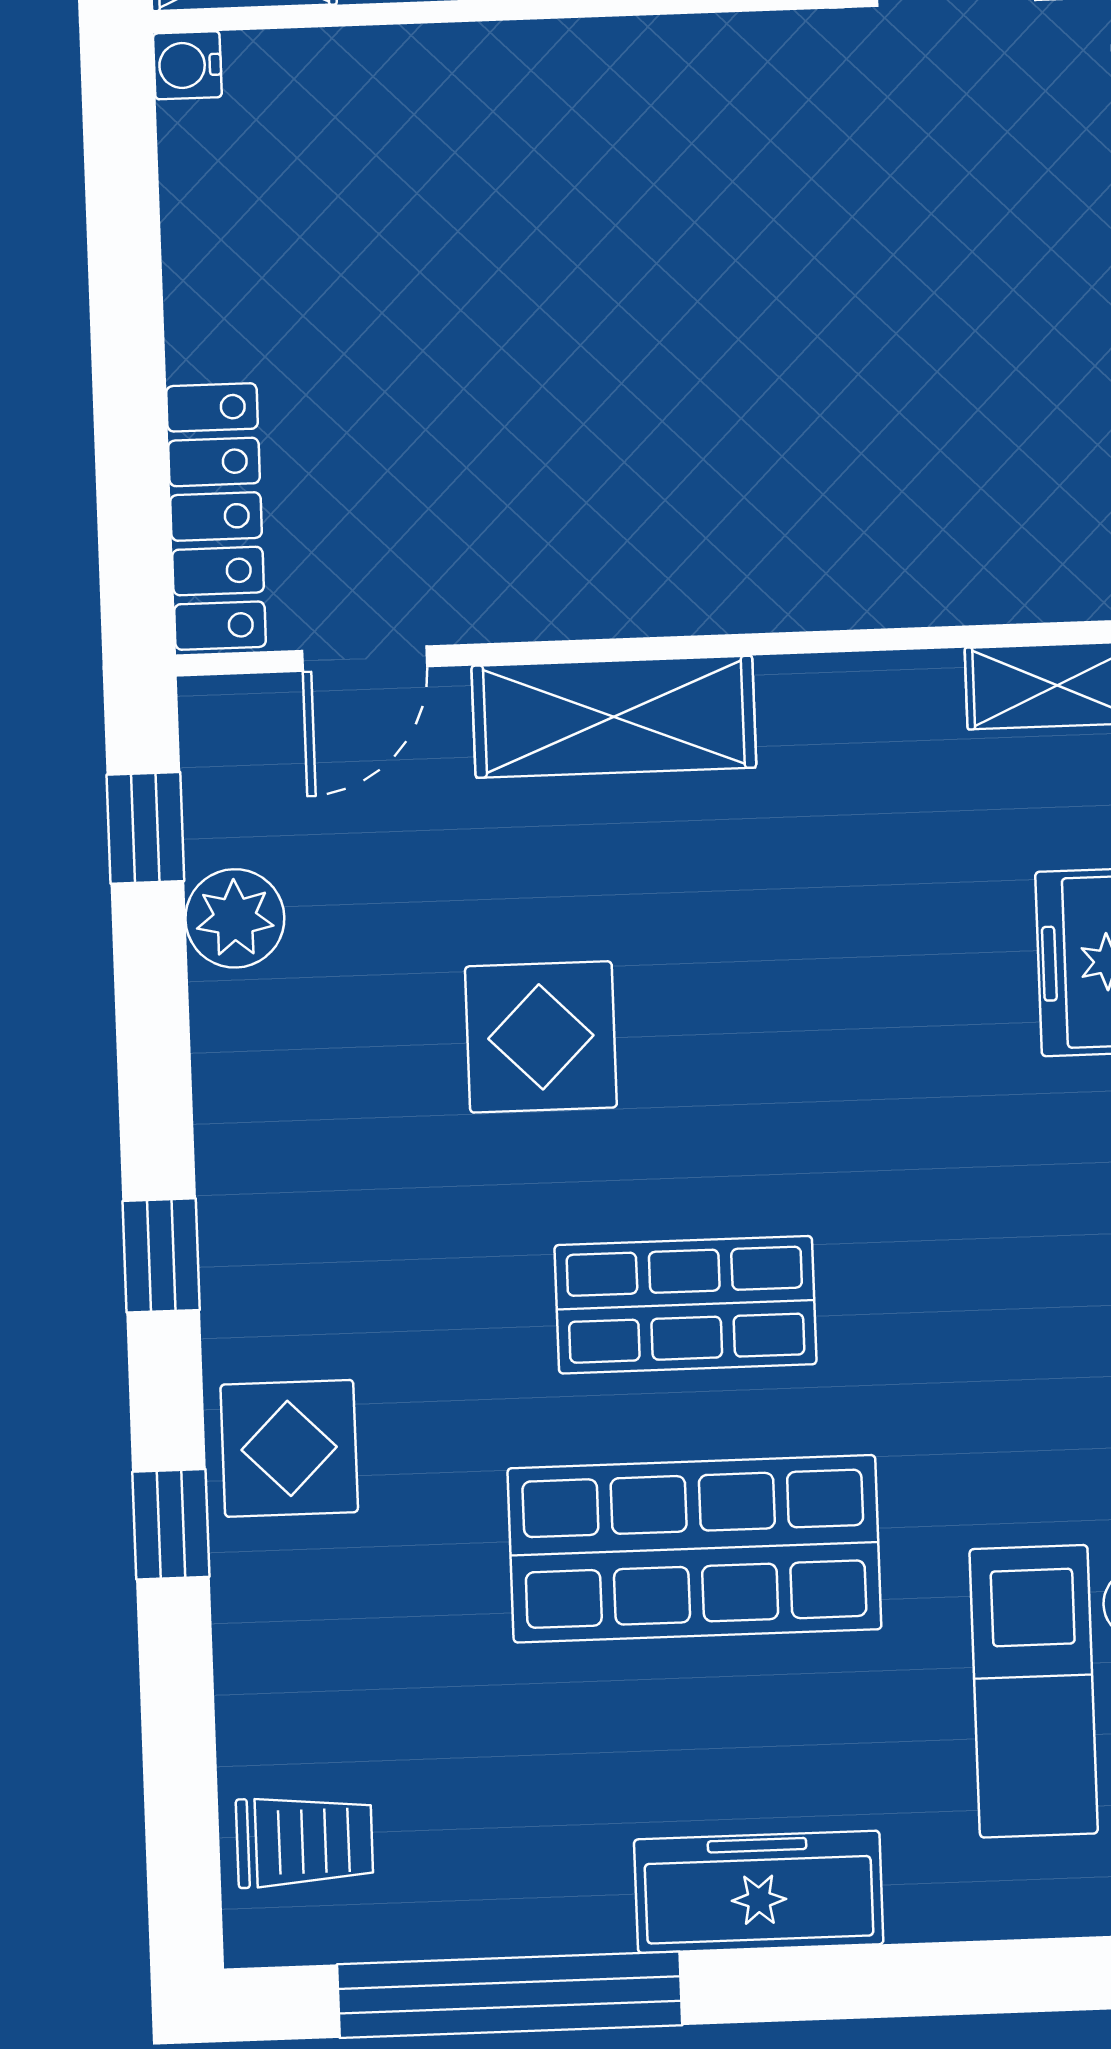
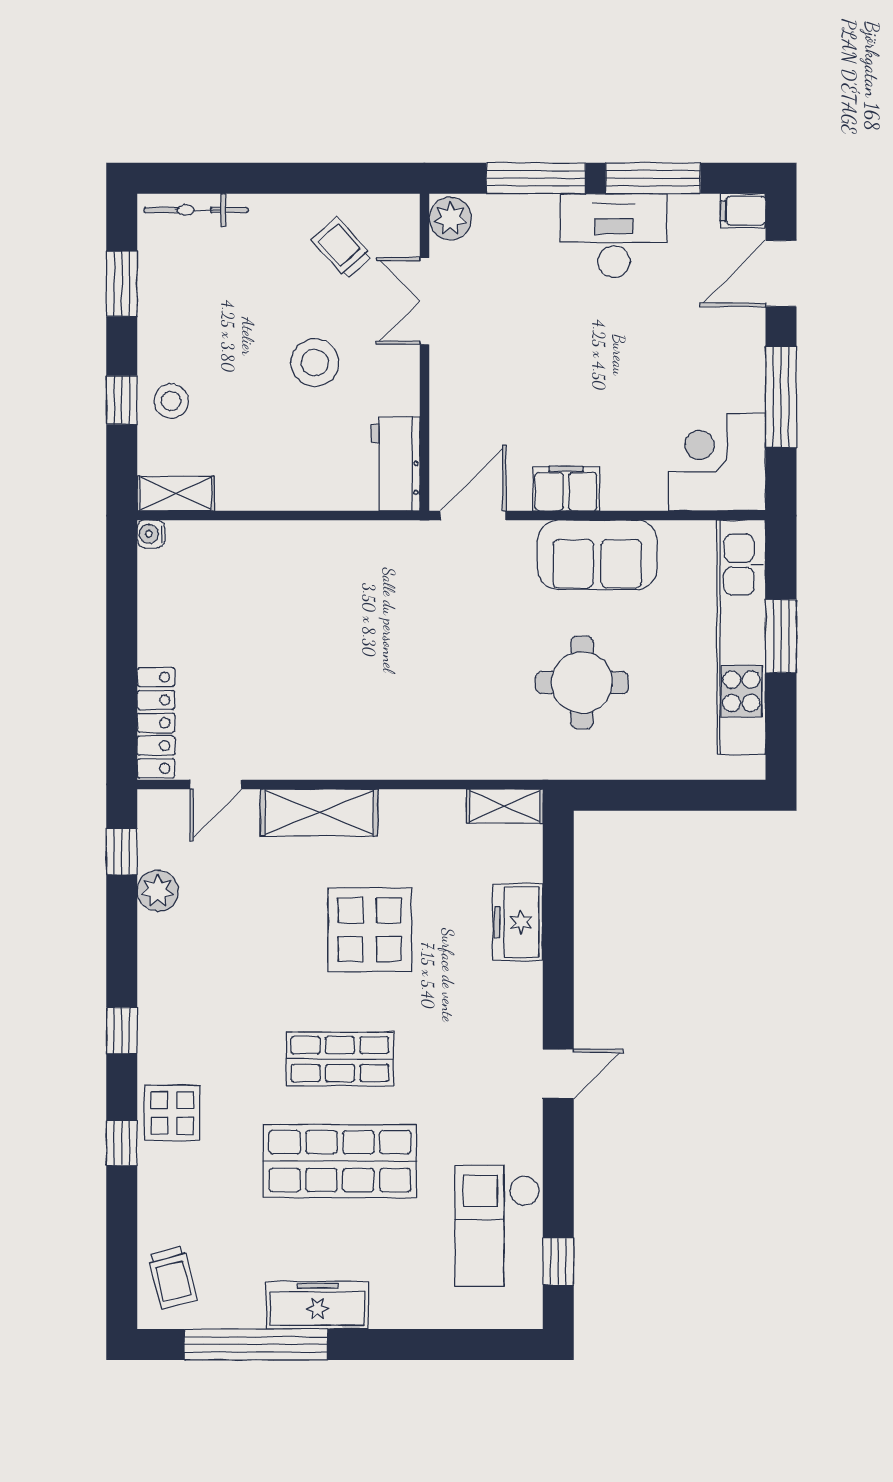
display table: (541, 1037) -> (370, 930), moved, width x1.36, depth x1.36
trolley: (305, 1841) -> (173, 1277), turned 76
freezer: (759, 1892) -> (317, 1305), moved

